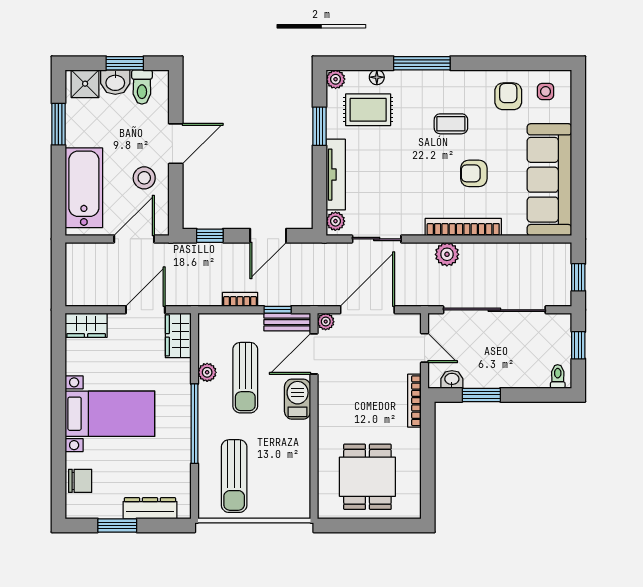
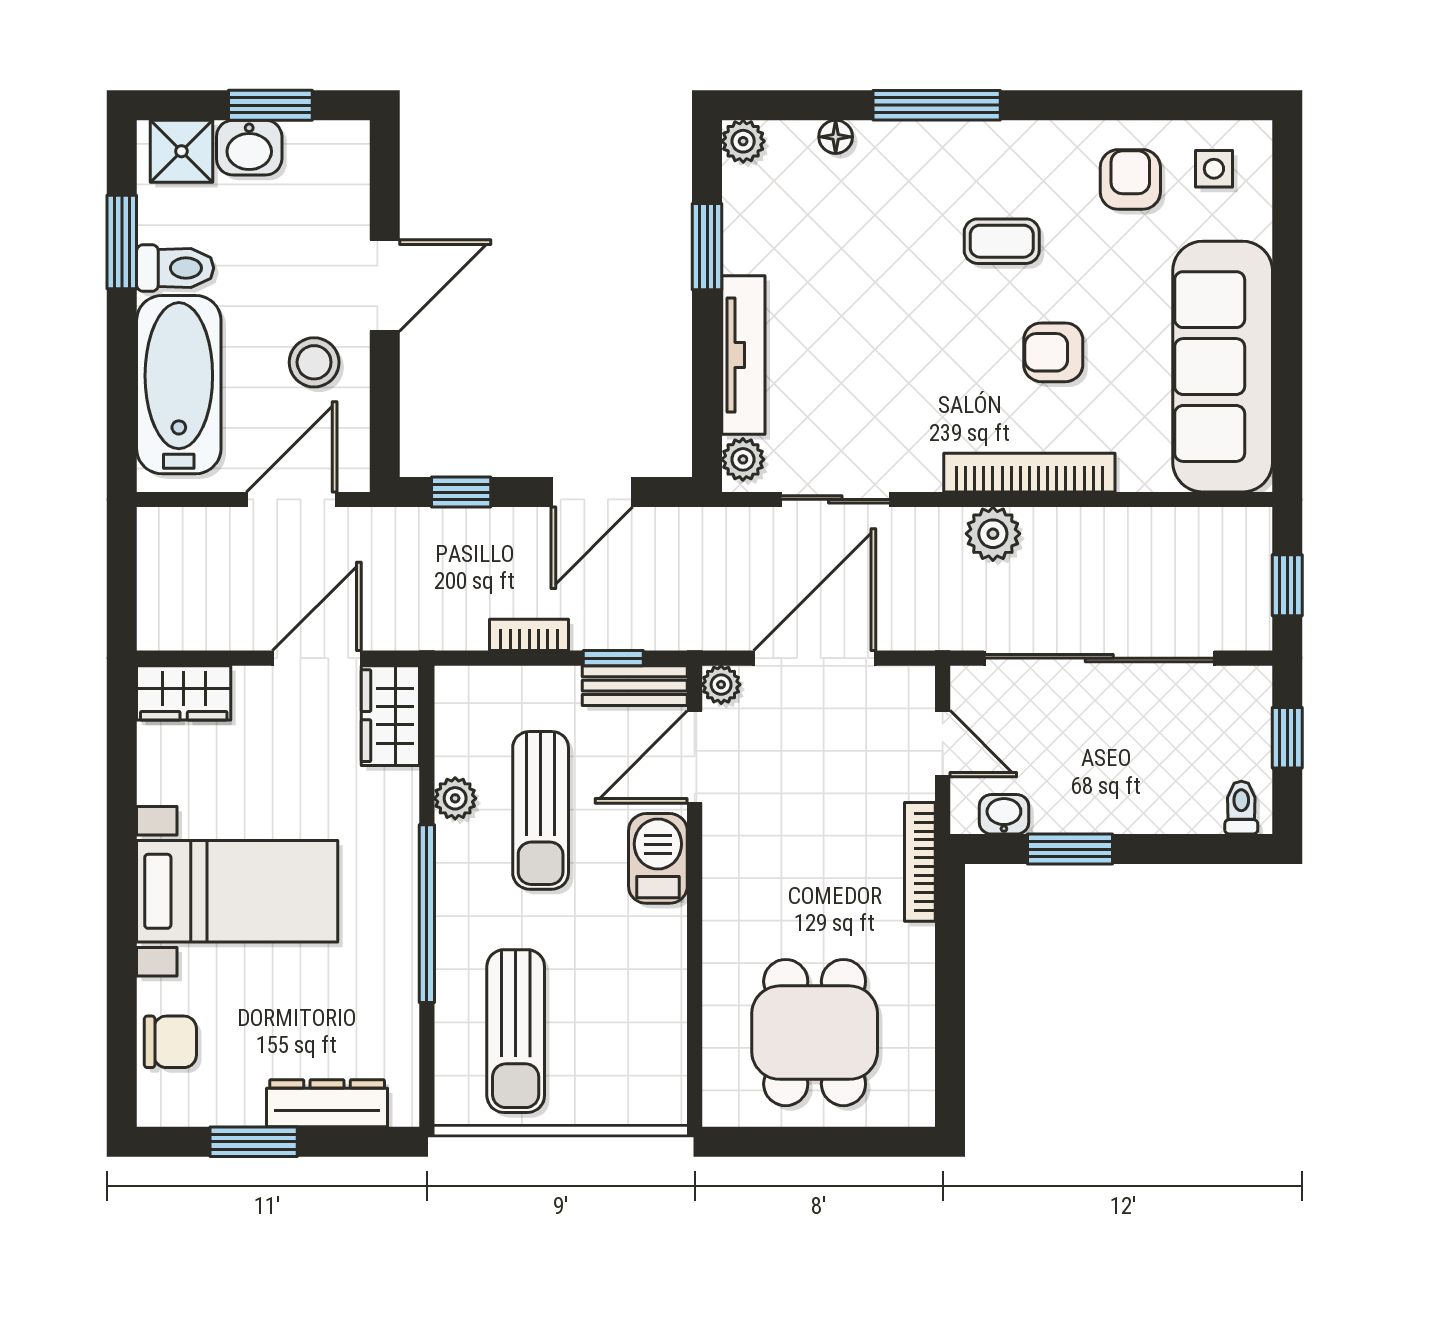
toilet: (142, 87) -> (175, 268), moved, turned -90
rug: (368, 110) -> (816, 210), removed

